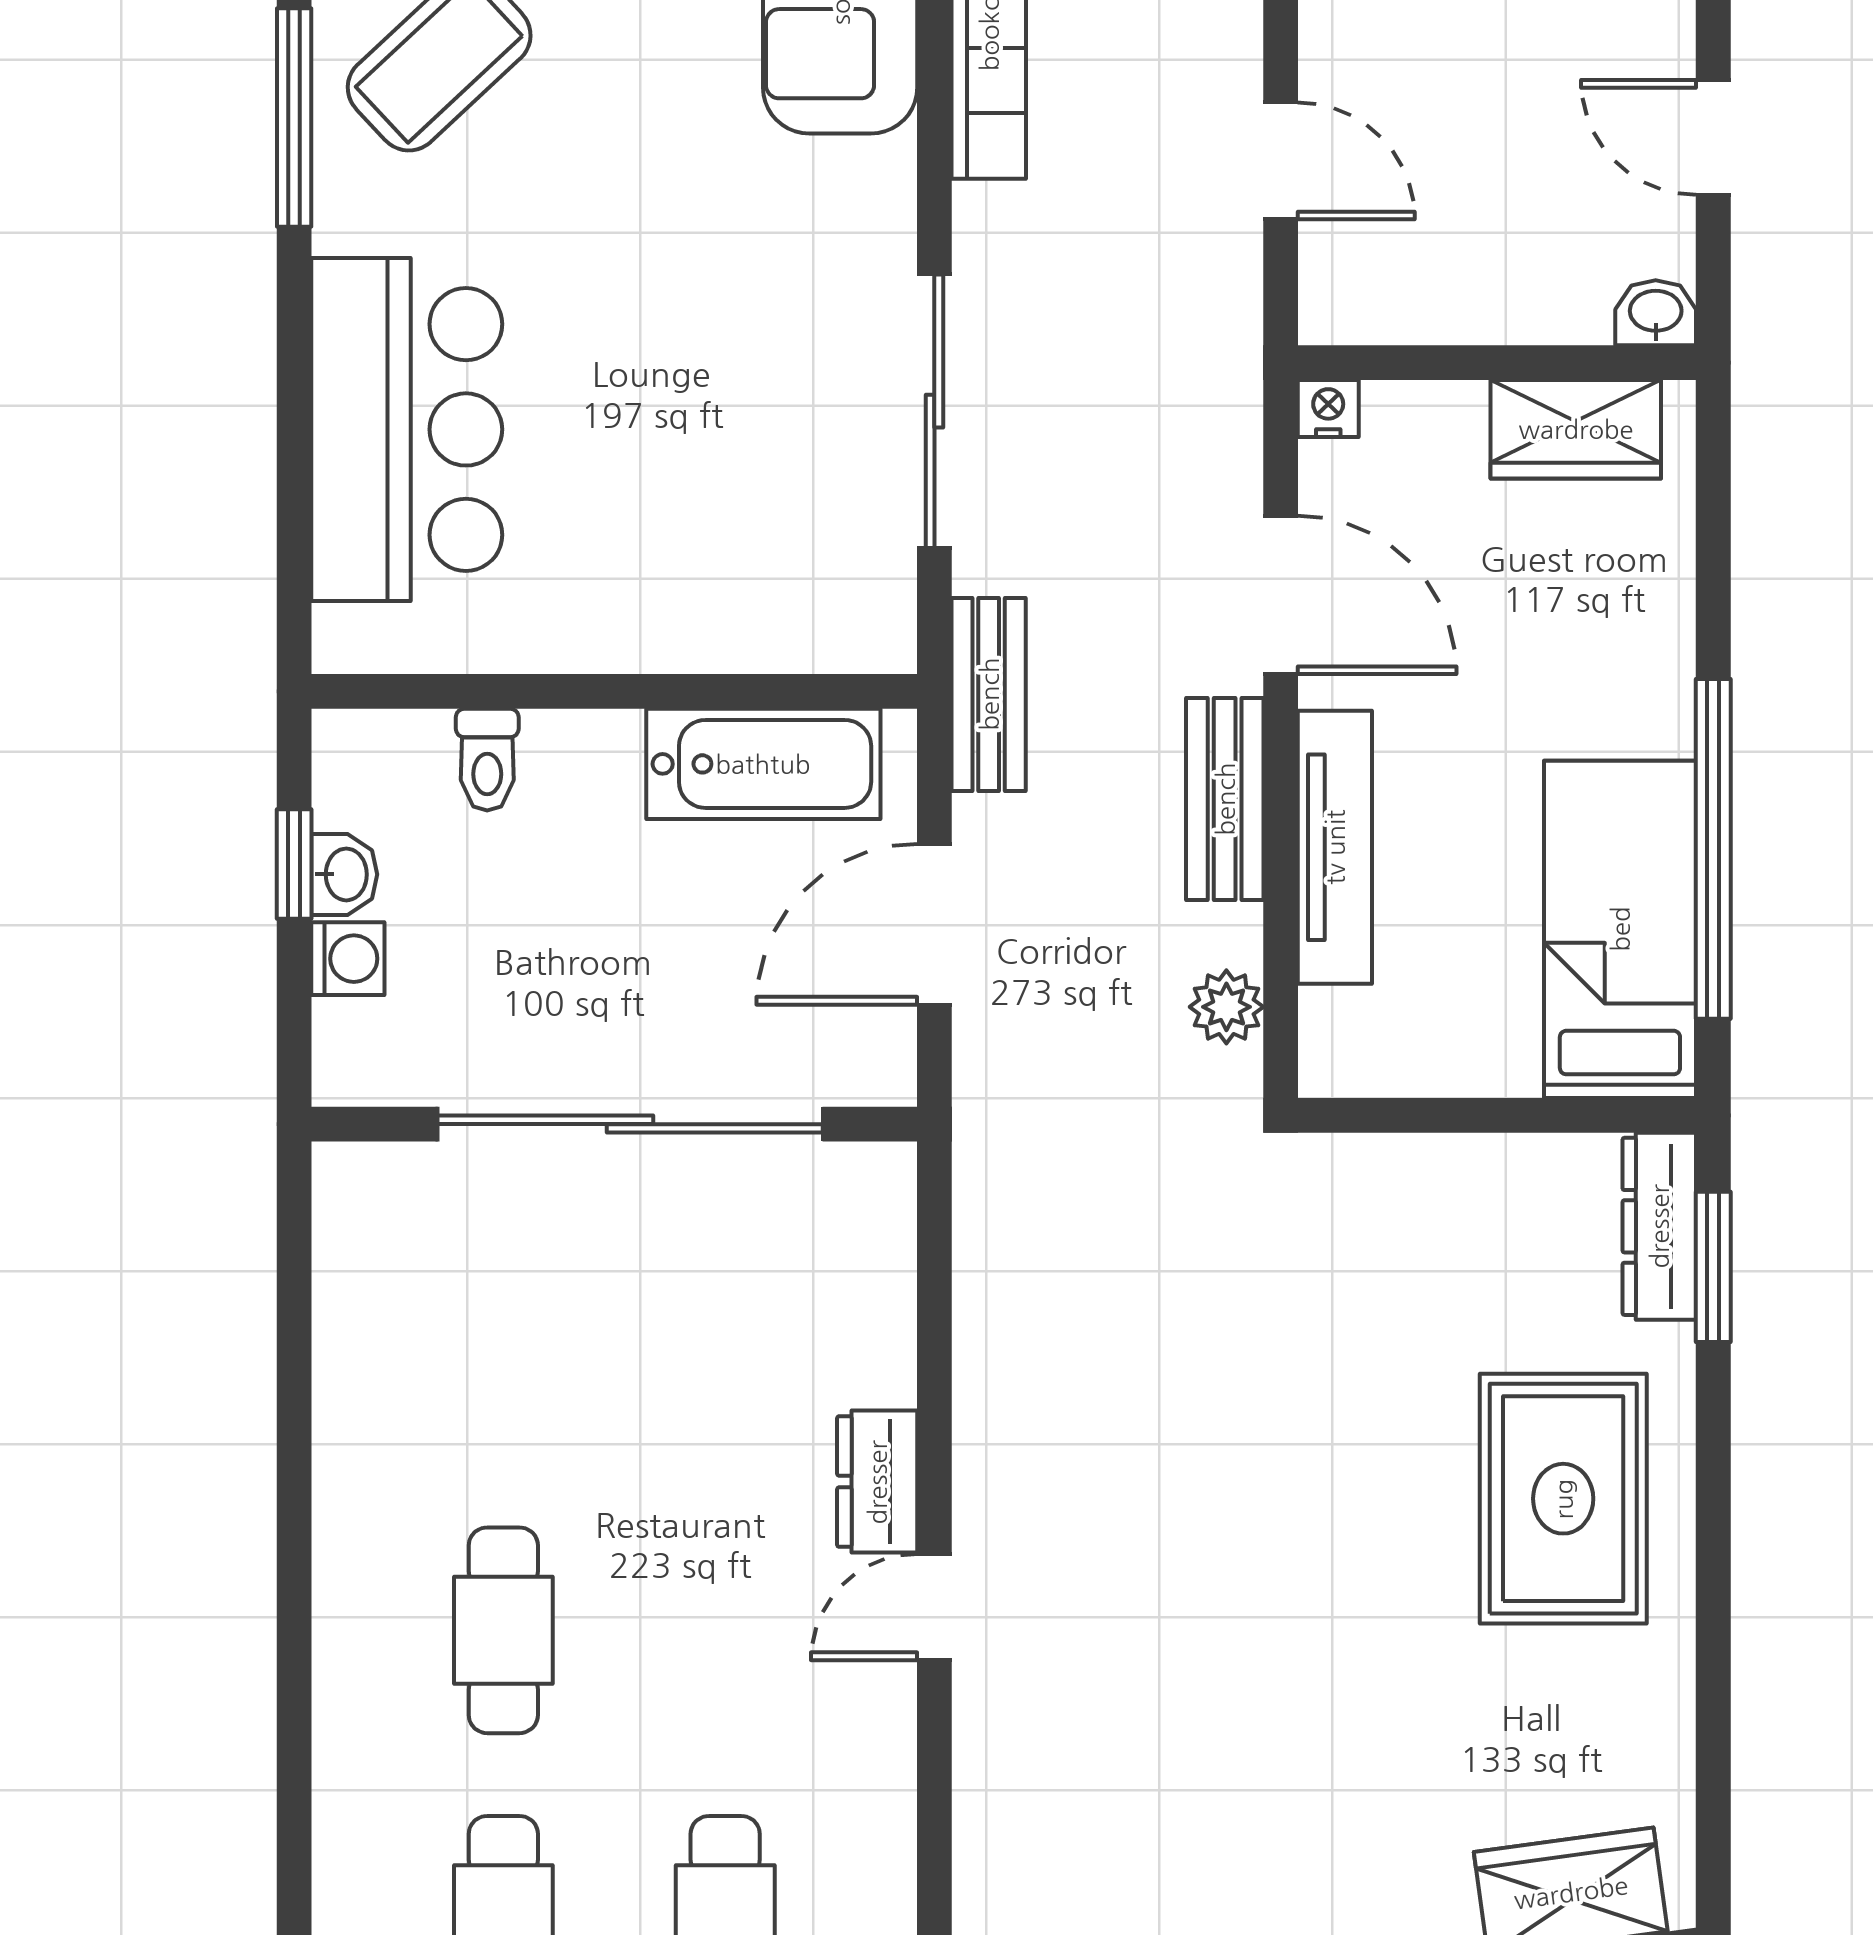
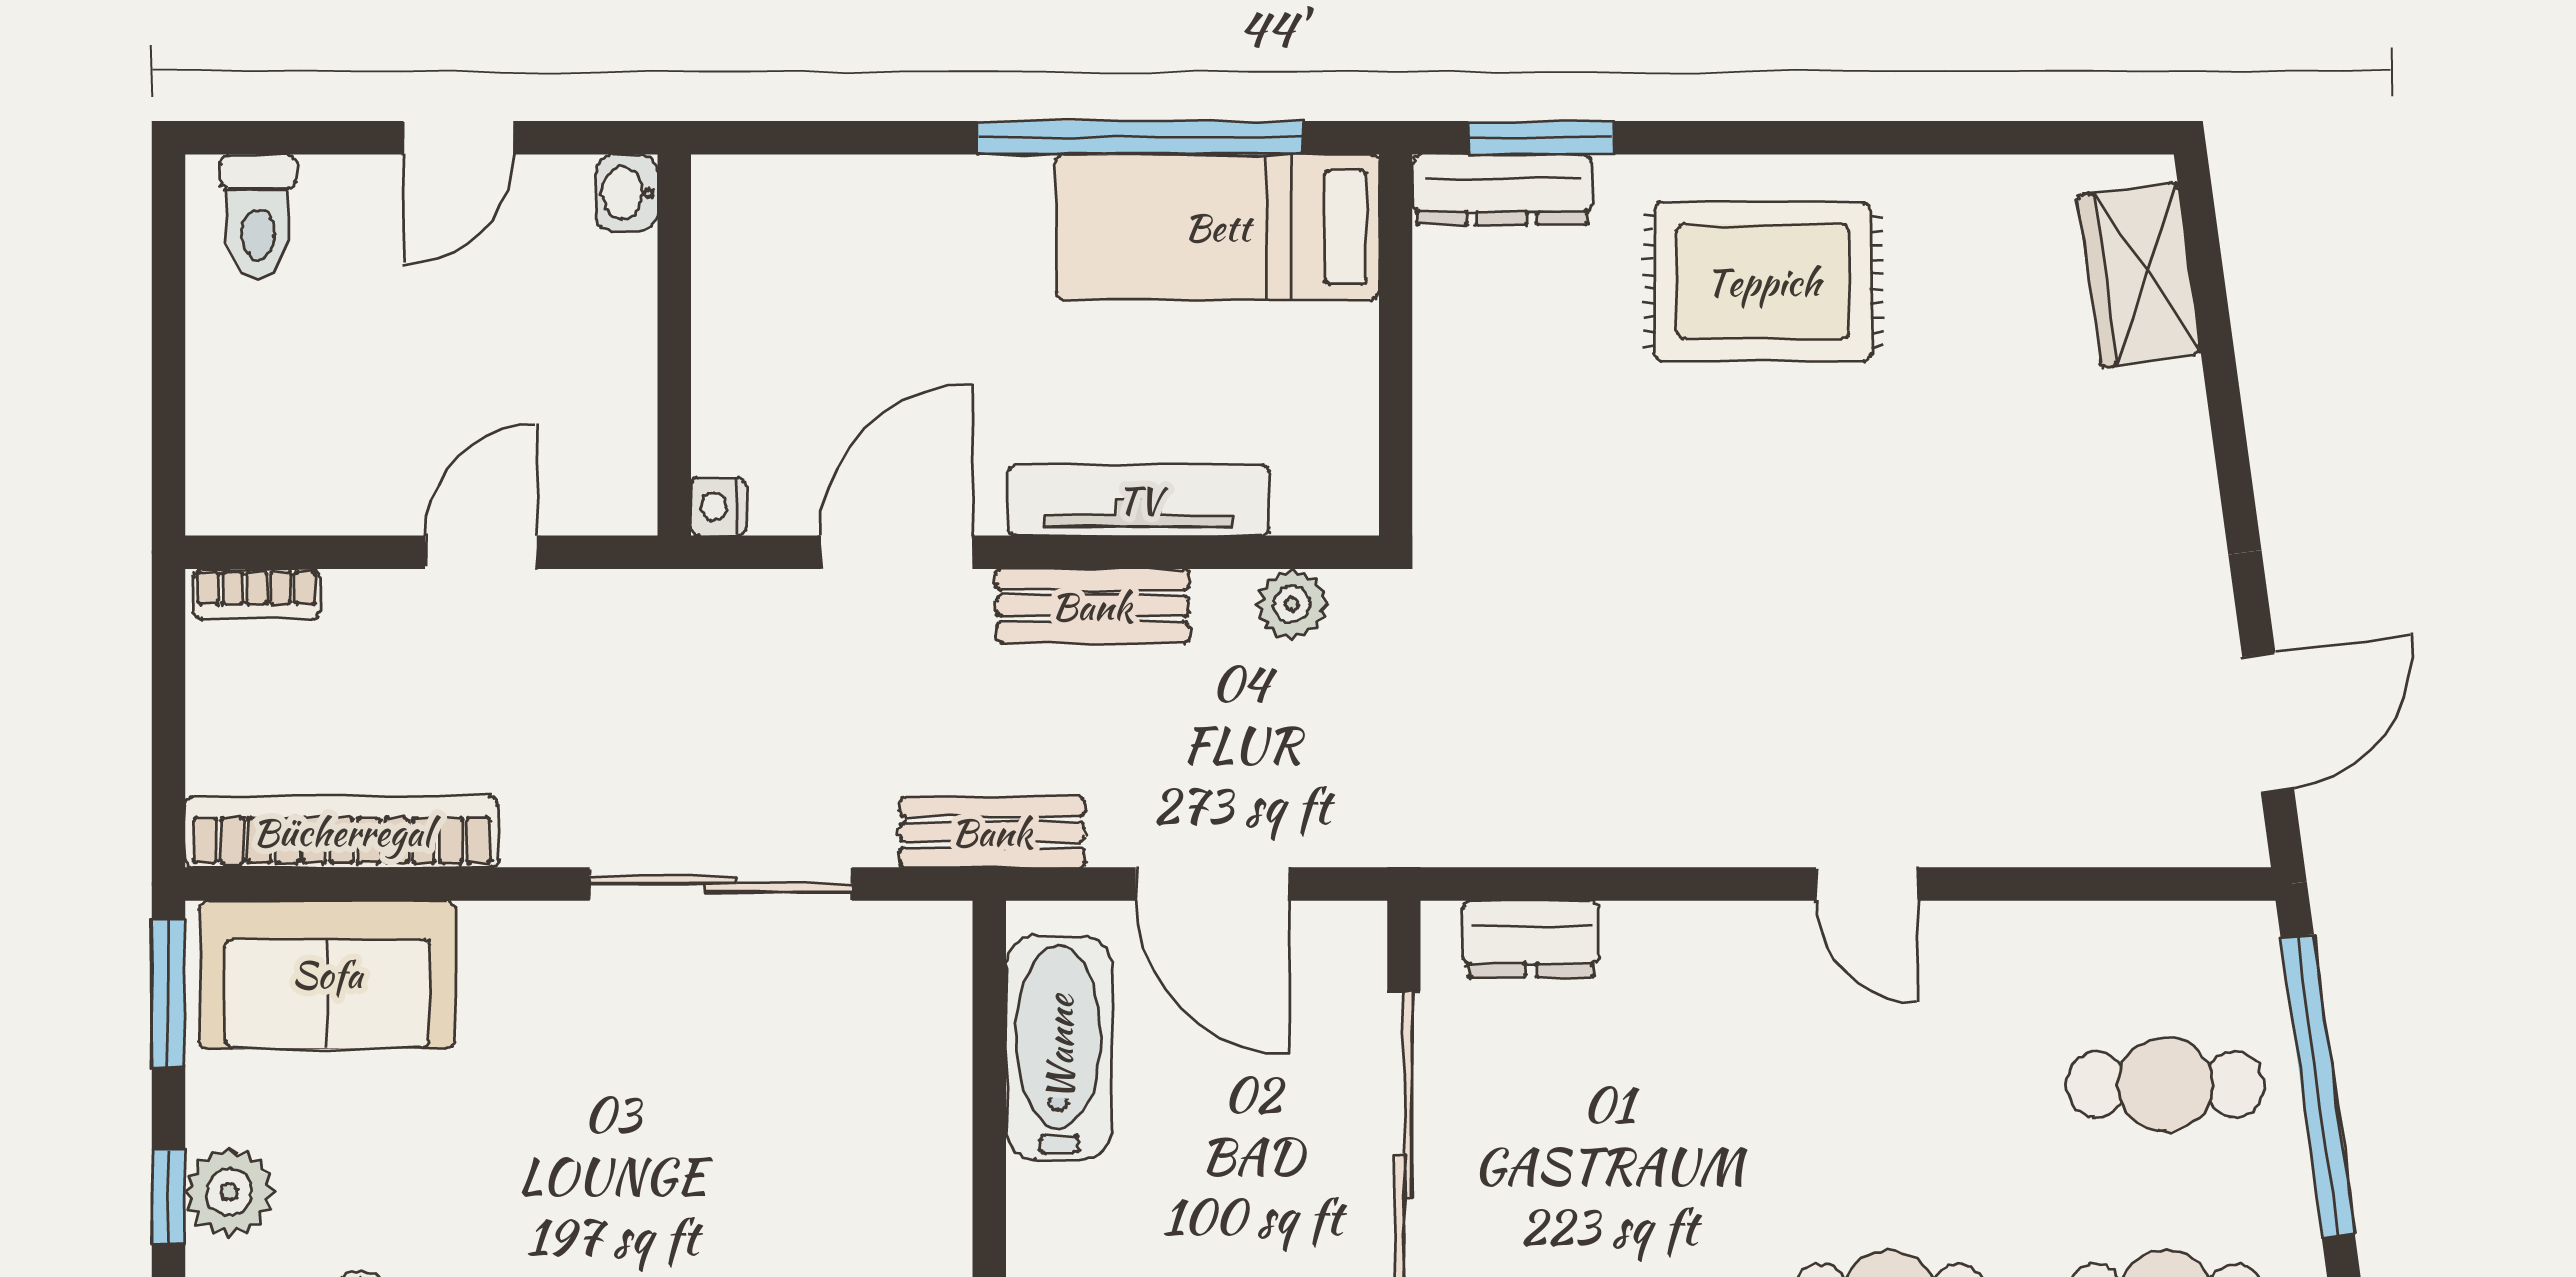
wardrobe: (1576, 429) -> (738, 269), removed
dresser: (877, 1482) -> (1531, 939), moved

